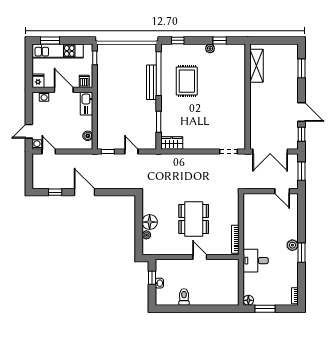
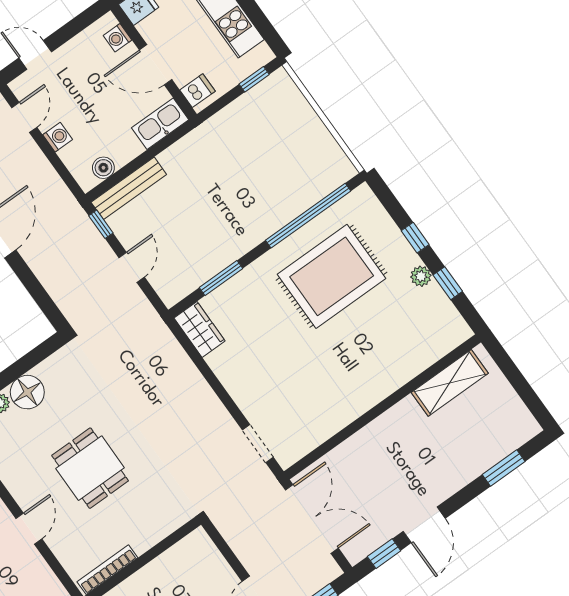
window: (178, 40) -> (415, 238), moved
rug: (187, 81) -> (332, 276), width x1.37, depth x1.44
bench: (151, 82) -> (129, 188), moved
door: (64, 90) -> (156, 65), swing flipped
washing machine: (37, 144) -> (58, 137), moved
double door: (270, 151) -> (312, 519), swing flipped
dining table: (194, 219) -> (90, 468), width x0.73

